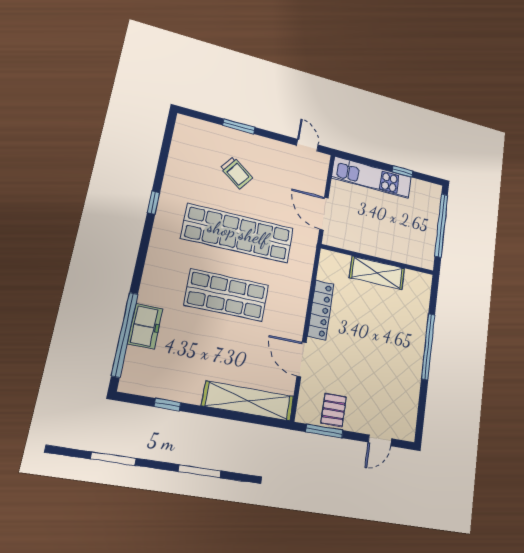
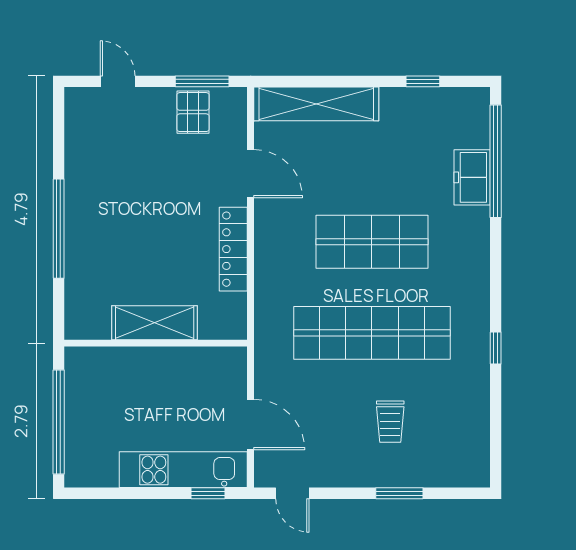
window: (403, 171) -> (208, 493), moved
trolley: (236, 173) -> (390, 422), turned -126
door: (324, 214) -> (251, 425), moved
door: (380, 440) -> (118, 81), hinge flipped

